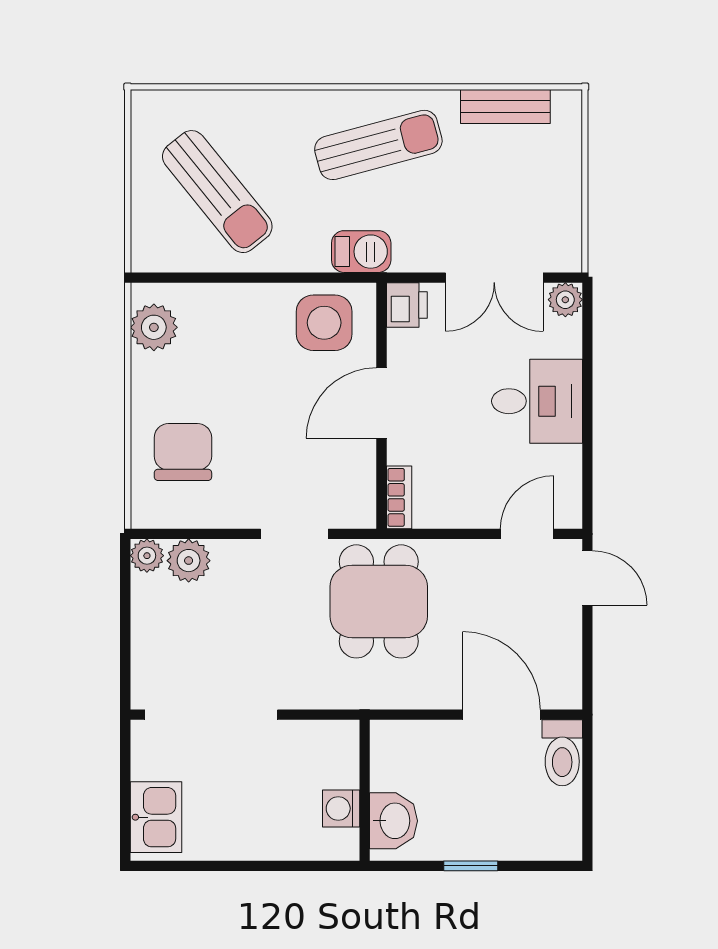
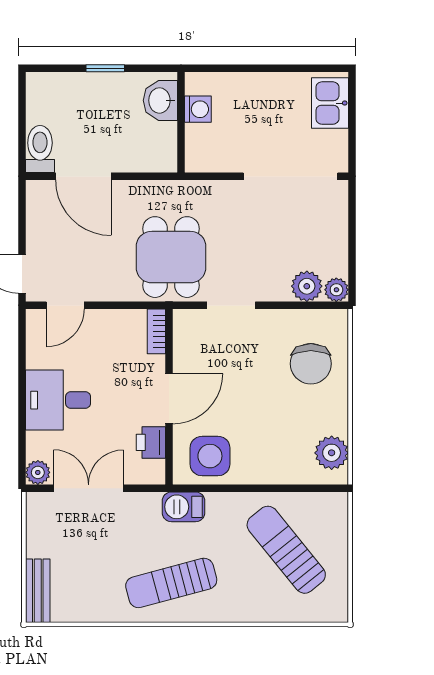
bench: (505, 106) -> (38, 591), moved, turned 90
printer: (407, 305) -> (151, 442), moved

